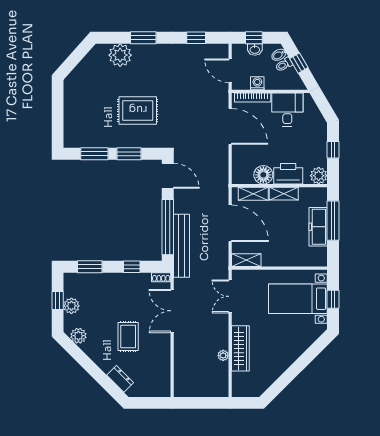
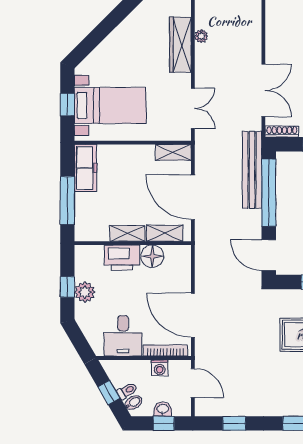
plant: (319, 176) -> (85, 292), moved
freezer: (318, 227) -> (85, 168), moved
shoe rack: (161, 277) -> (282, 132), width x1.43

